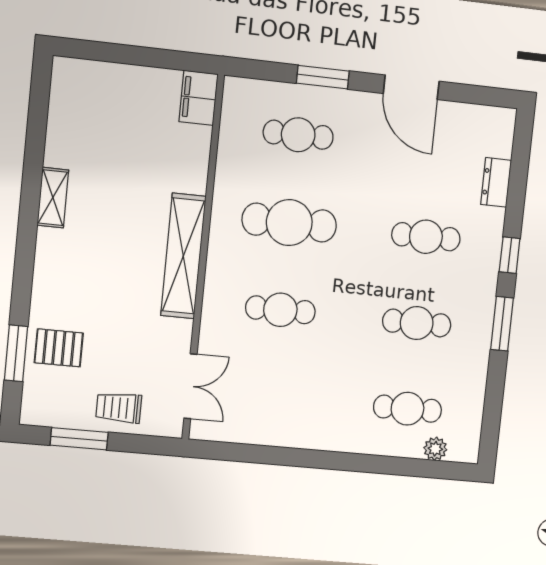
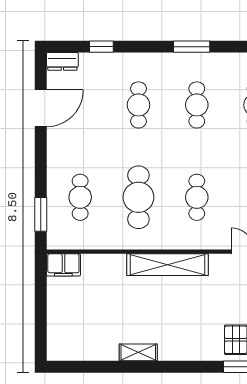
window: (323, 77) -> (41, 214), moved
door: (411, 87) -> (41, 108), moved
dresser: (496, 182) -> (62, 61), moved
window: (510, 255) -> (101, 47), moved

